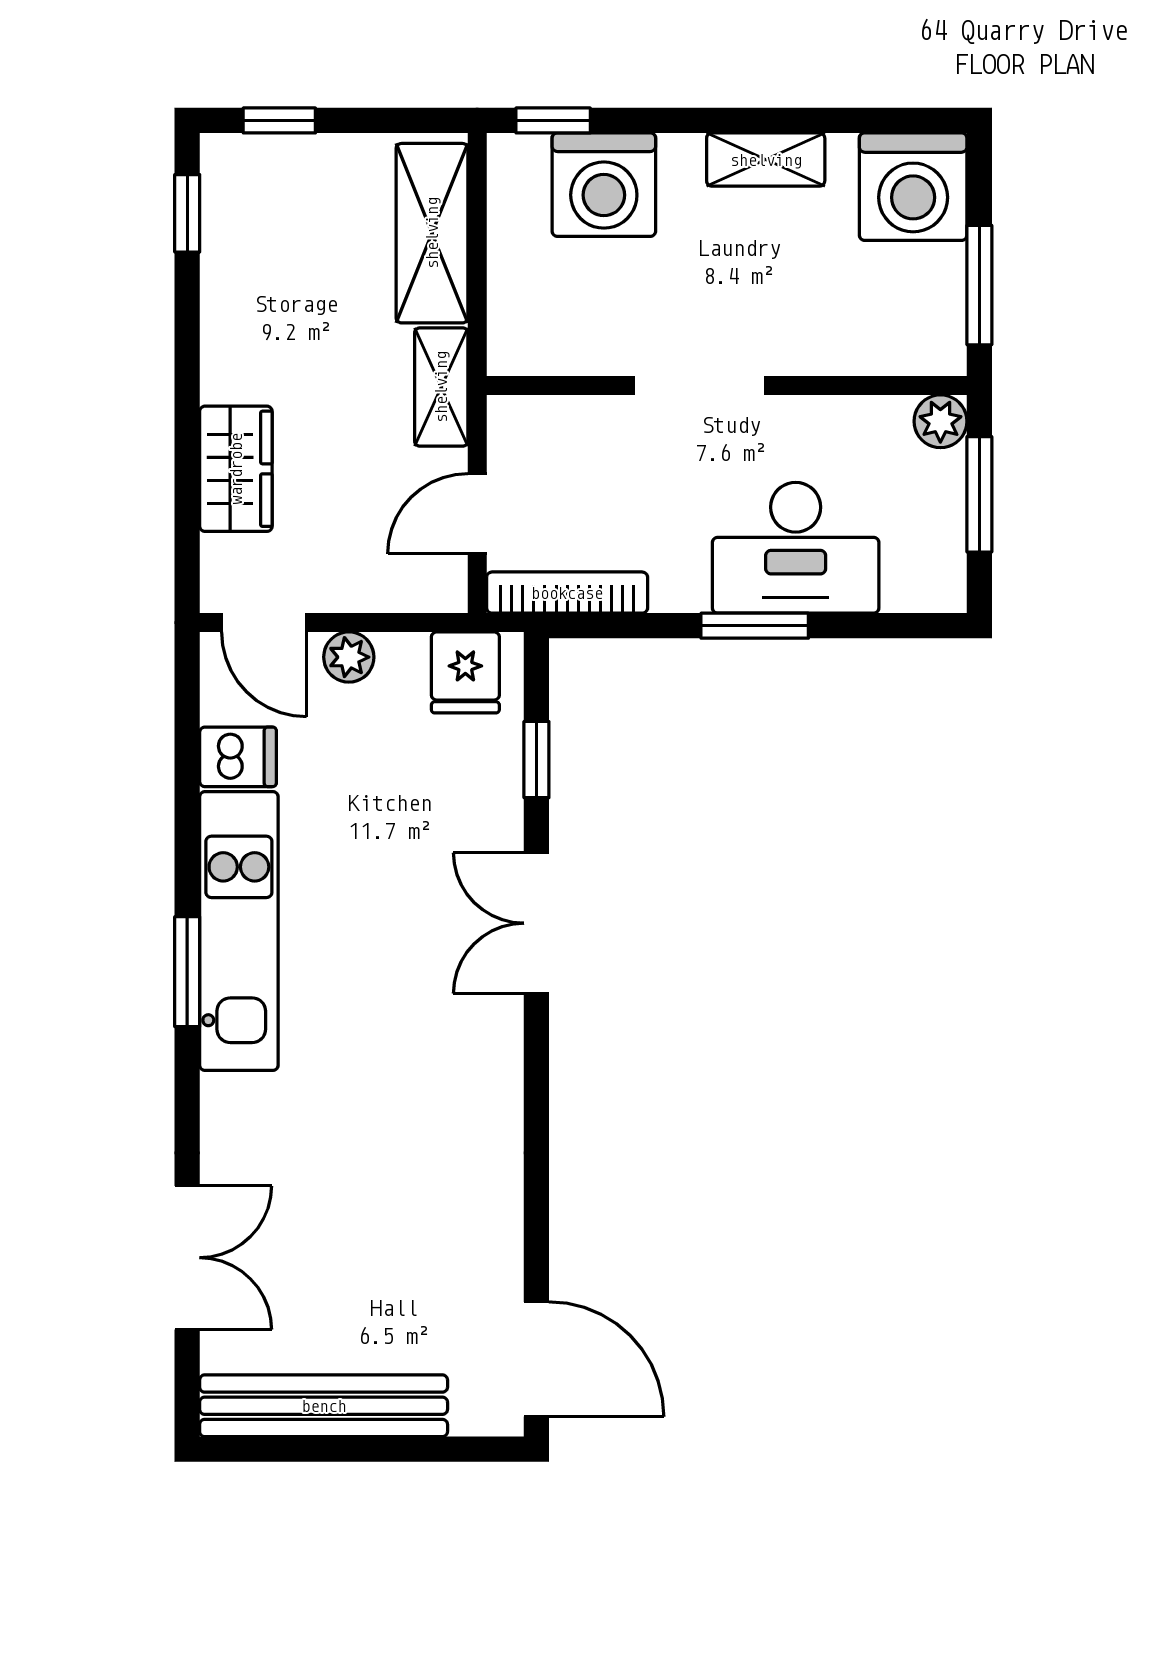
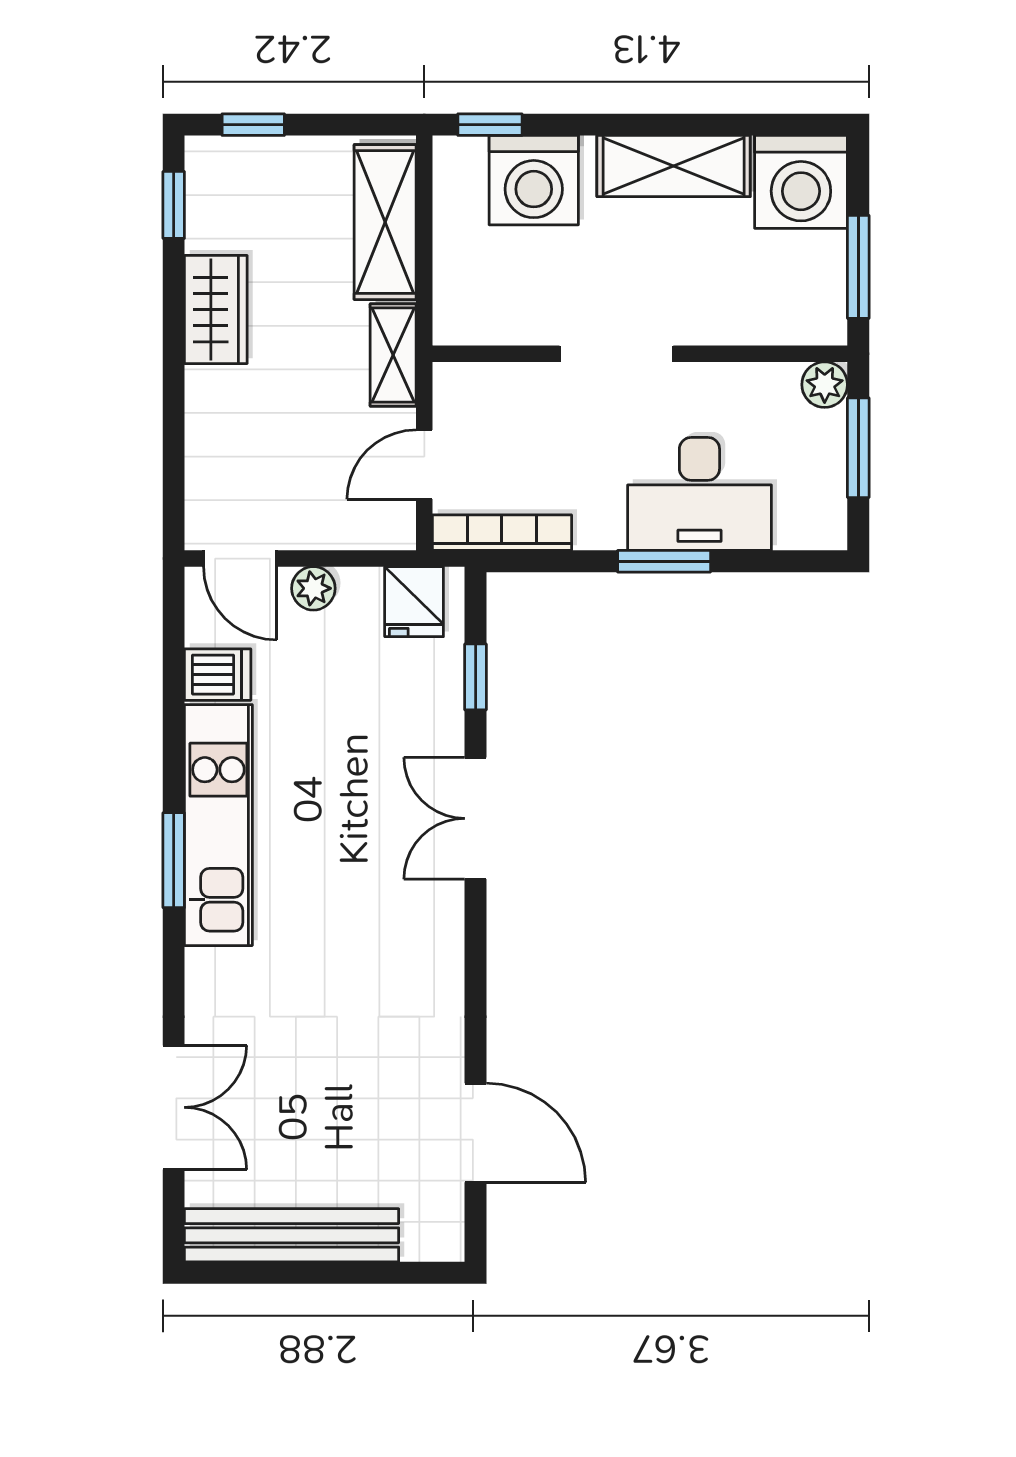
shelving: (766, 160) -> (674, 166), width x1.50, depth x1.33
wardrobe: (236, 469) -> (216, 310), moved
door: (536, 1359) -> (476, 1133), moved

